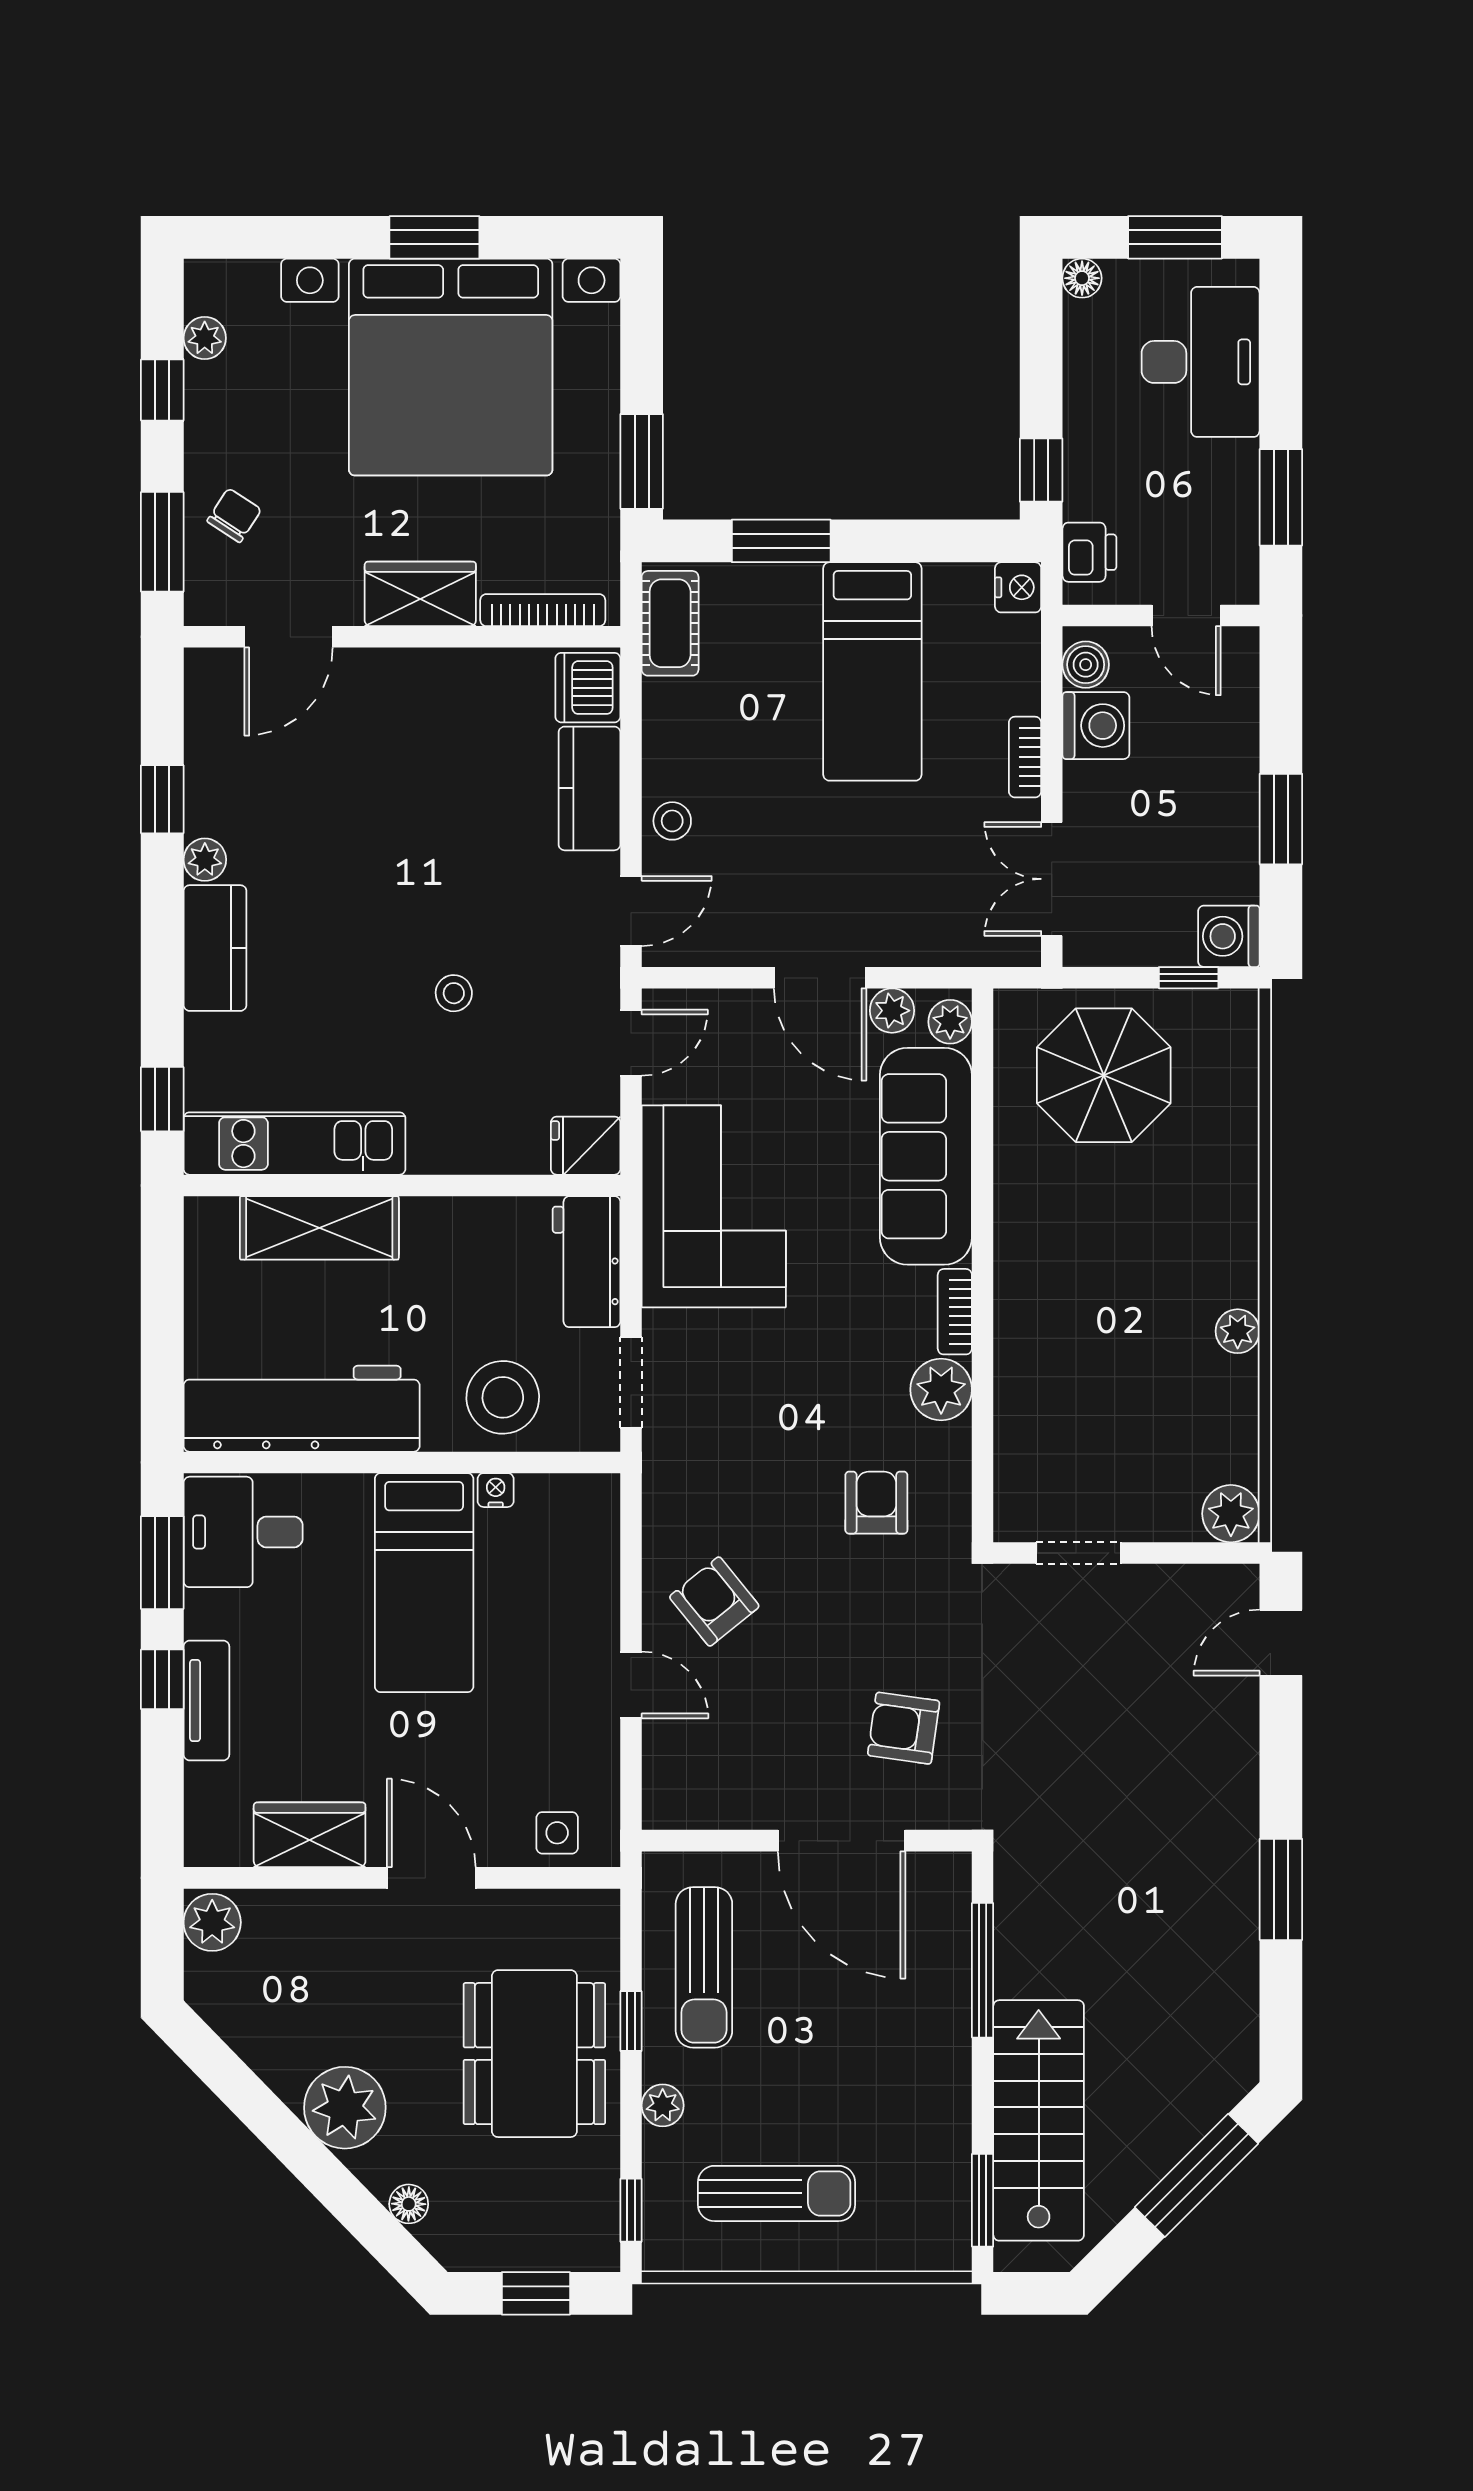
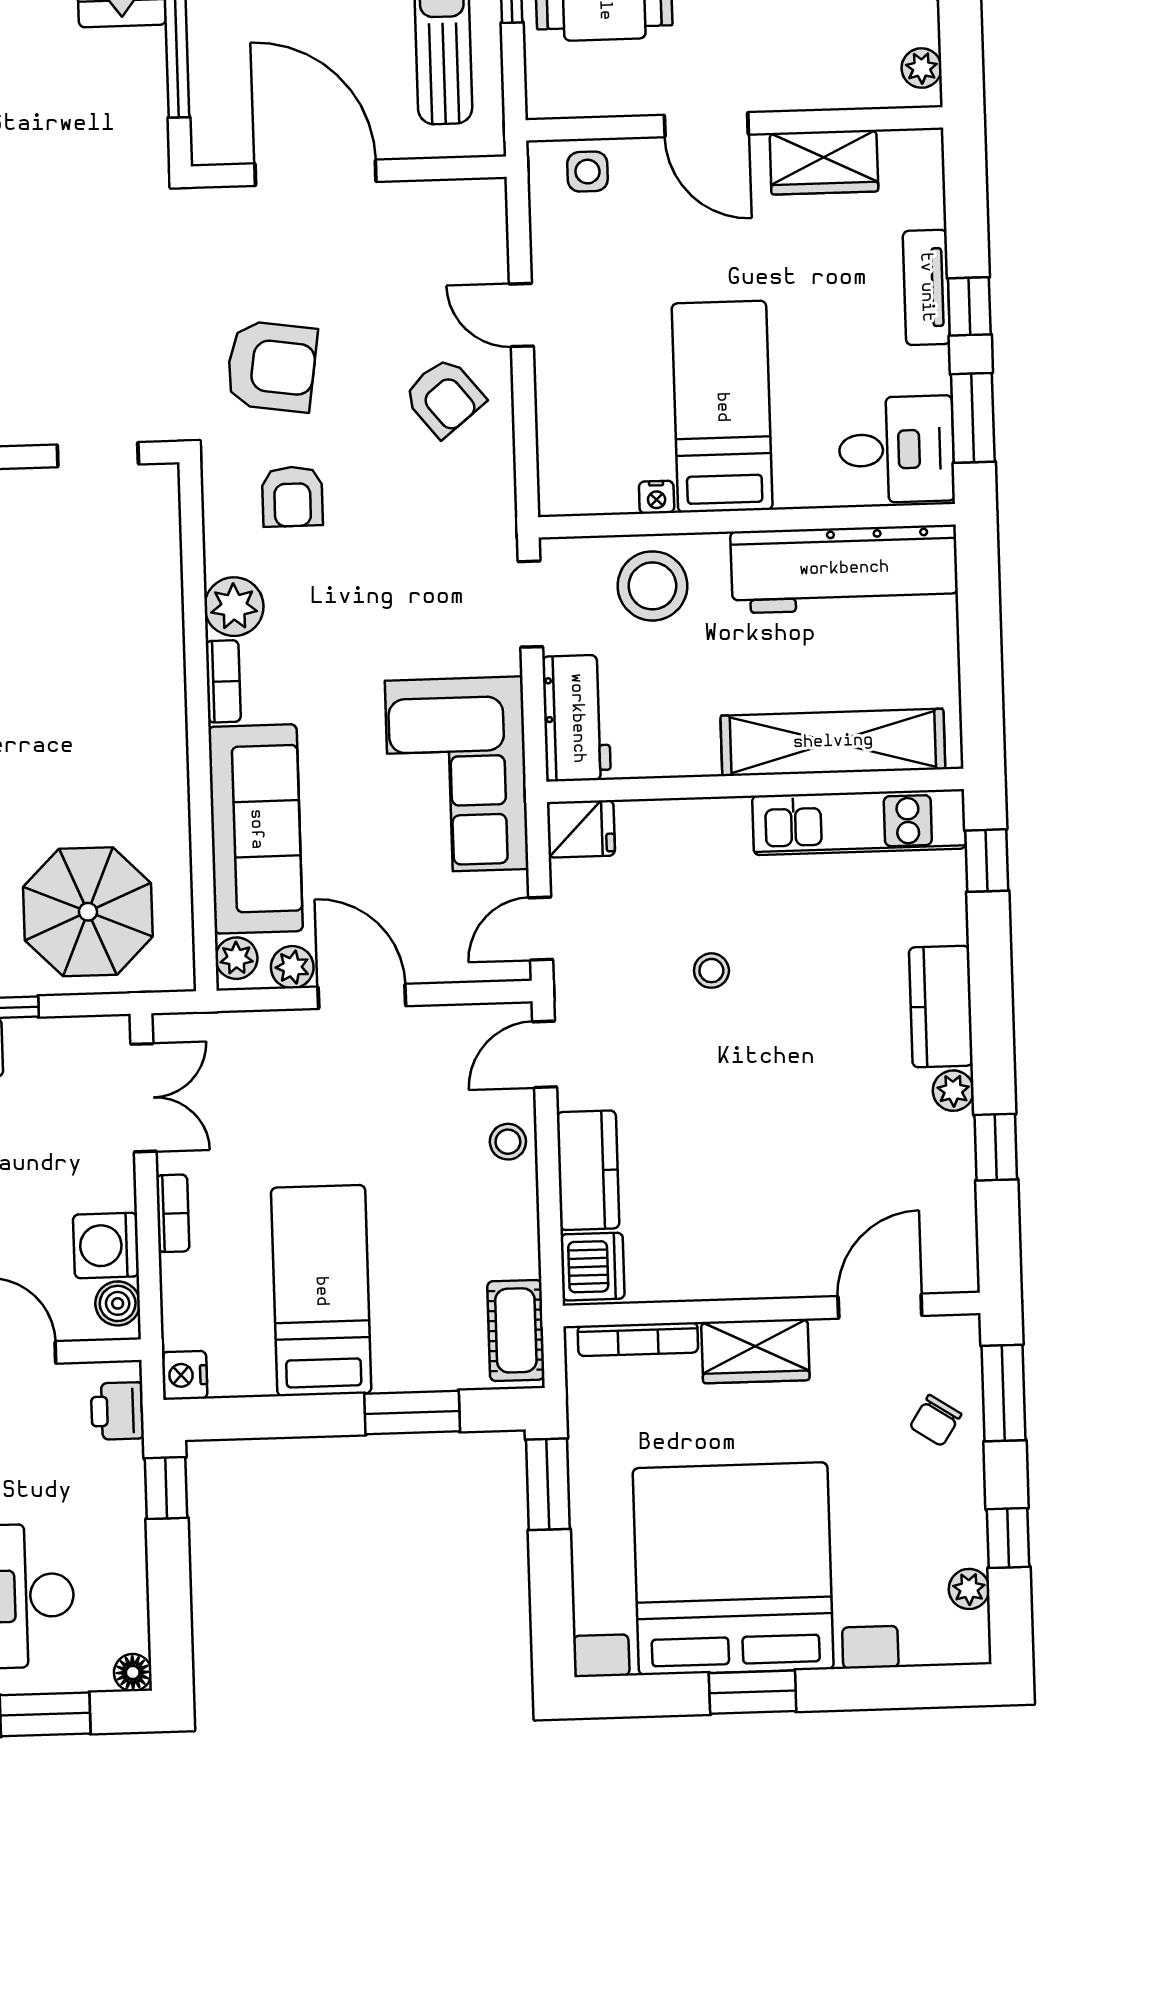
shelving: (319, 1228) -> (833, 742), width x1.47
armchair: (904, 1728) -> (271, 366), moved, width x1.38, depth x1.38
plant: (212, 1922) -> (922, 68), width x0.73, depth x0.73

